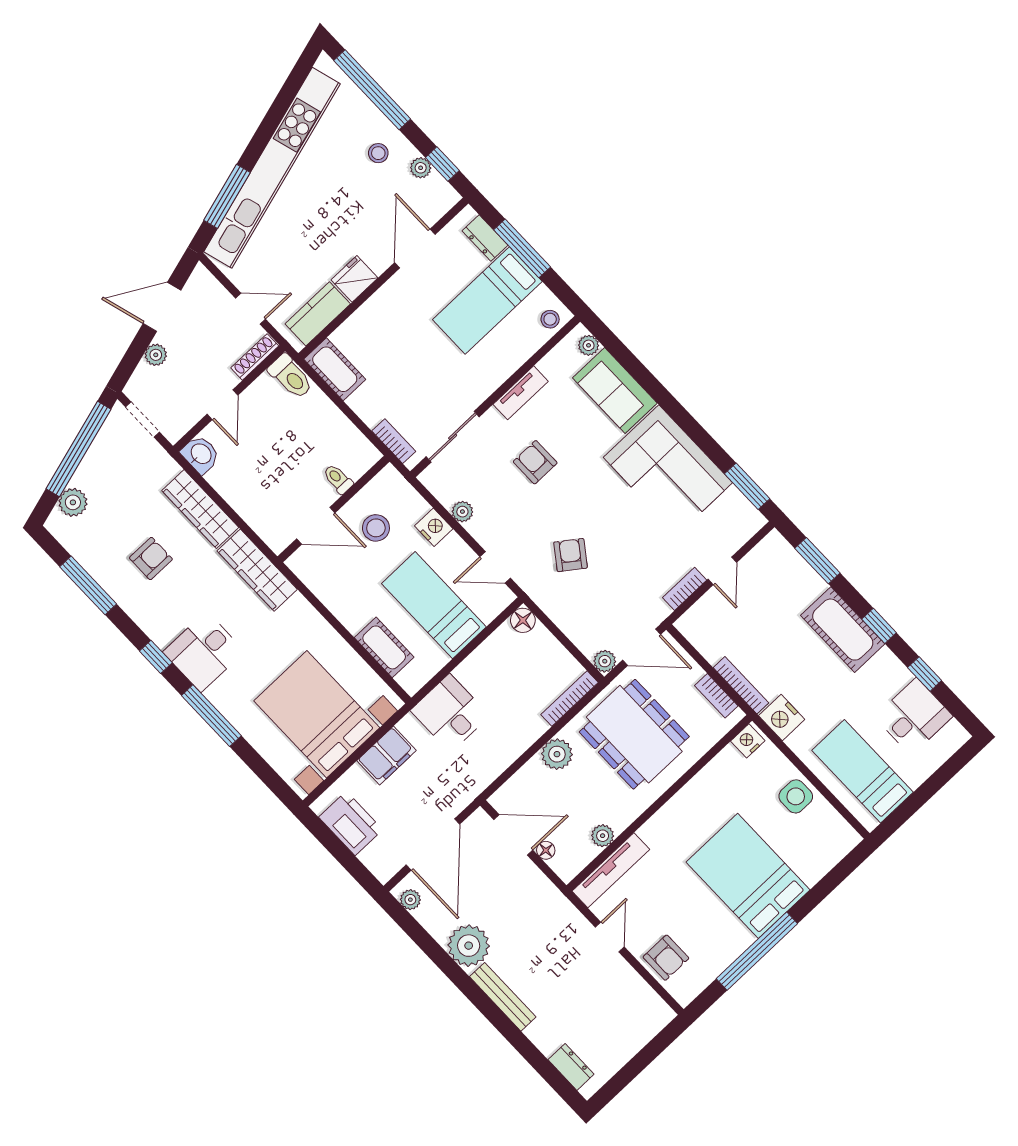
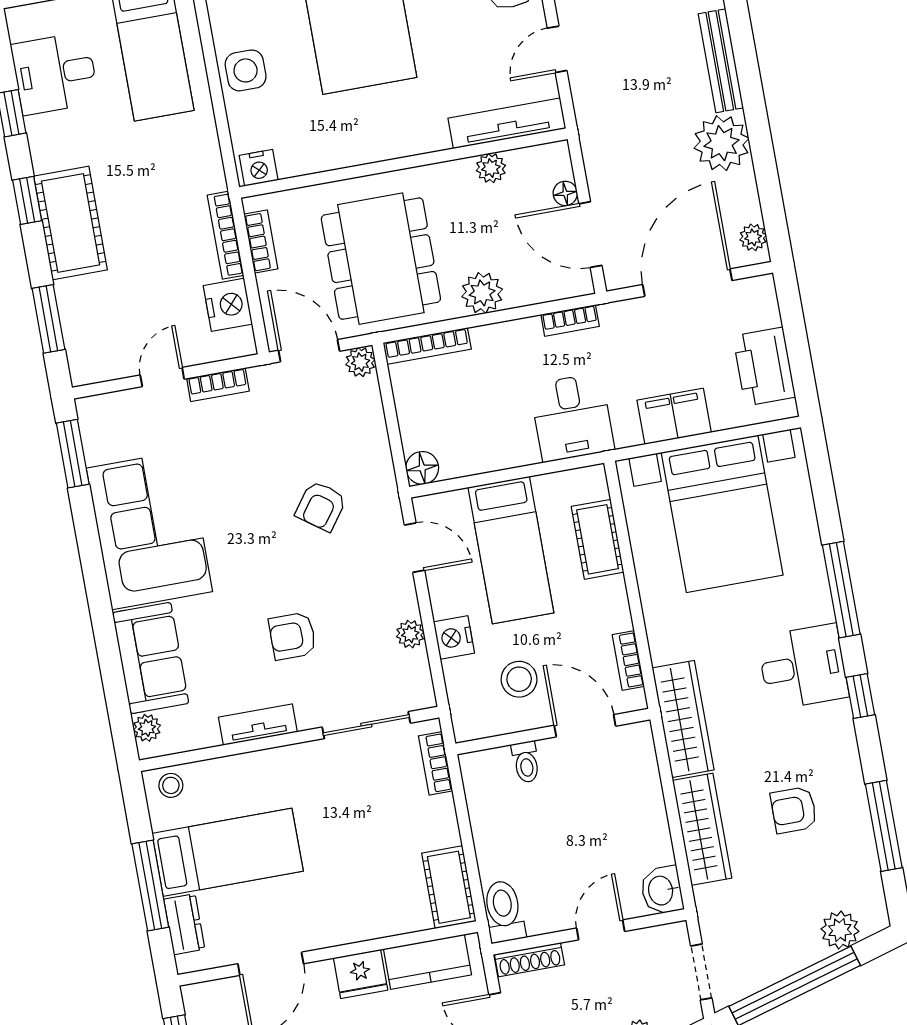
armchair: (535, 462) -> (292, 636), turned 90
bookcase: (315, 584) -> (628, 661), added
nightstand: (782, 718) -> (228, 305), moved
bookcase: (491, 773) -> (570, 320), added

